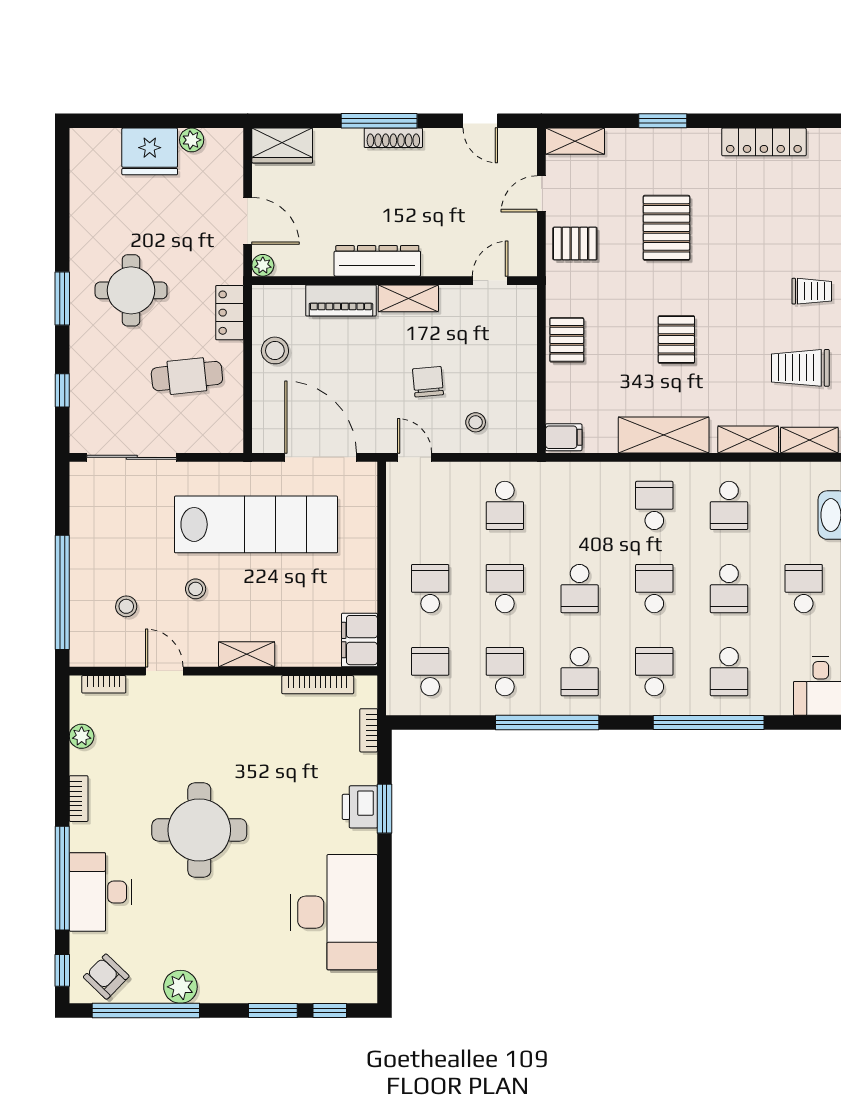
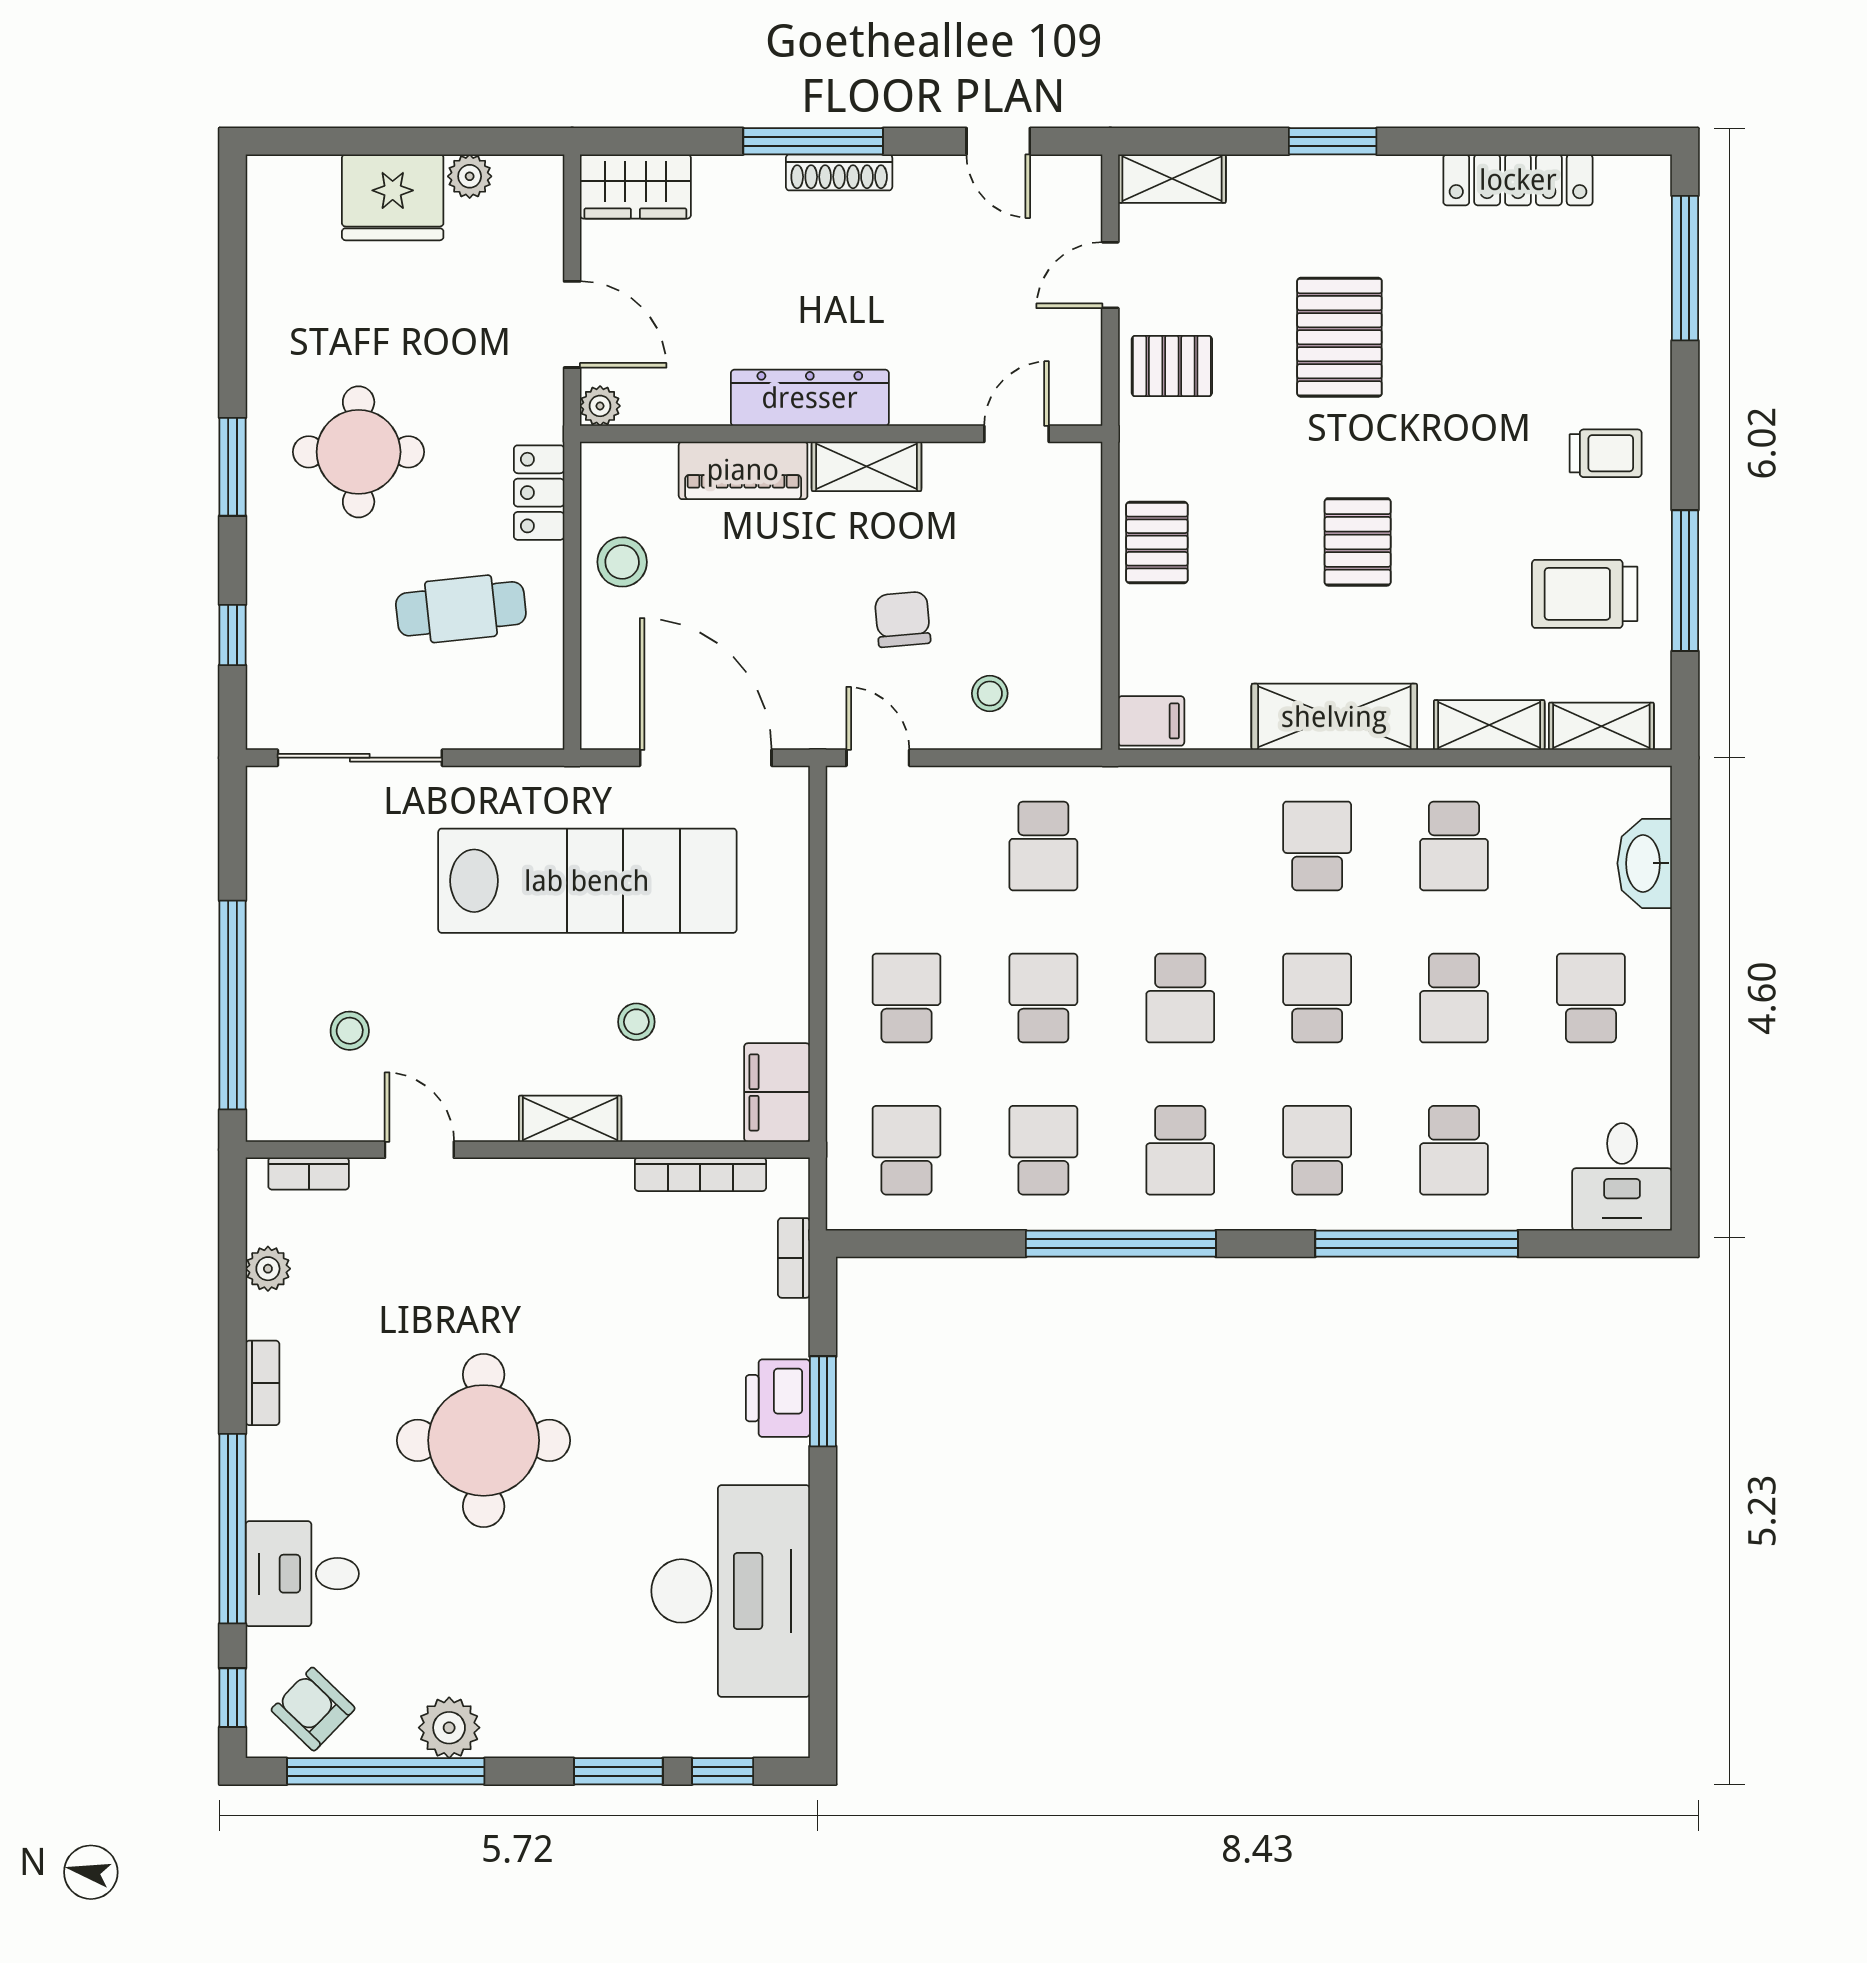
stool: (196, 589) -> (636, 1022), moved
desk: (100, 892) -> (302, 1574), width x0.73

